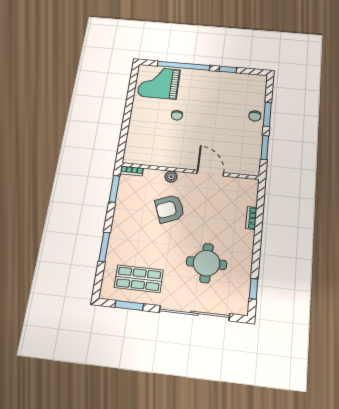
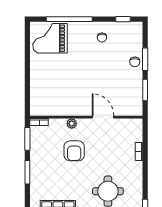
window: (228, 69) -> (123, 19), moved
chair: (177, 115) -> (102, 37), moved
armchair: (170, 209) -> (74, 151), turned -68
window: (104, 247) -> (27, 172), moved

